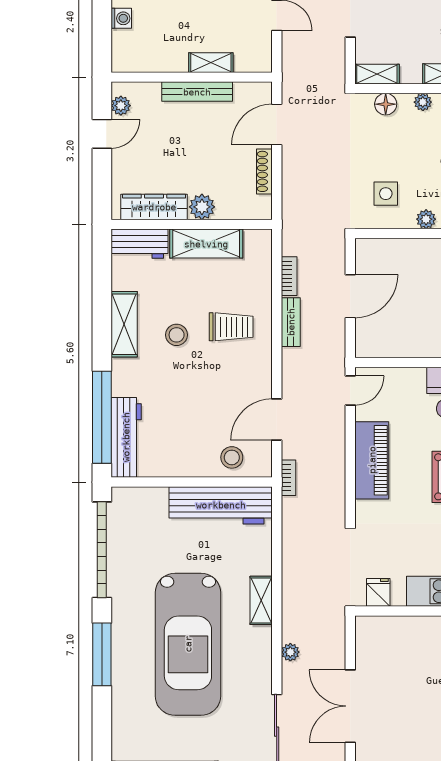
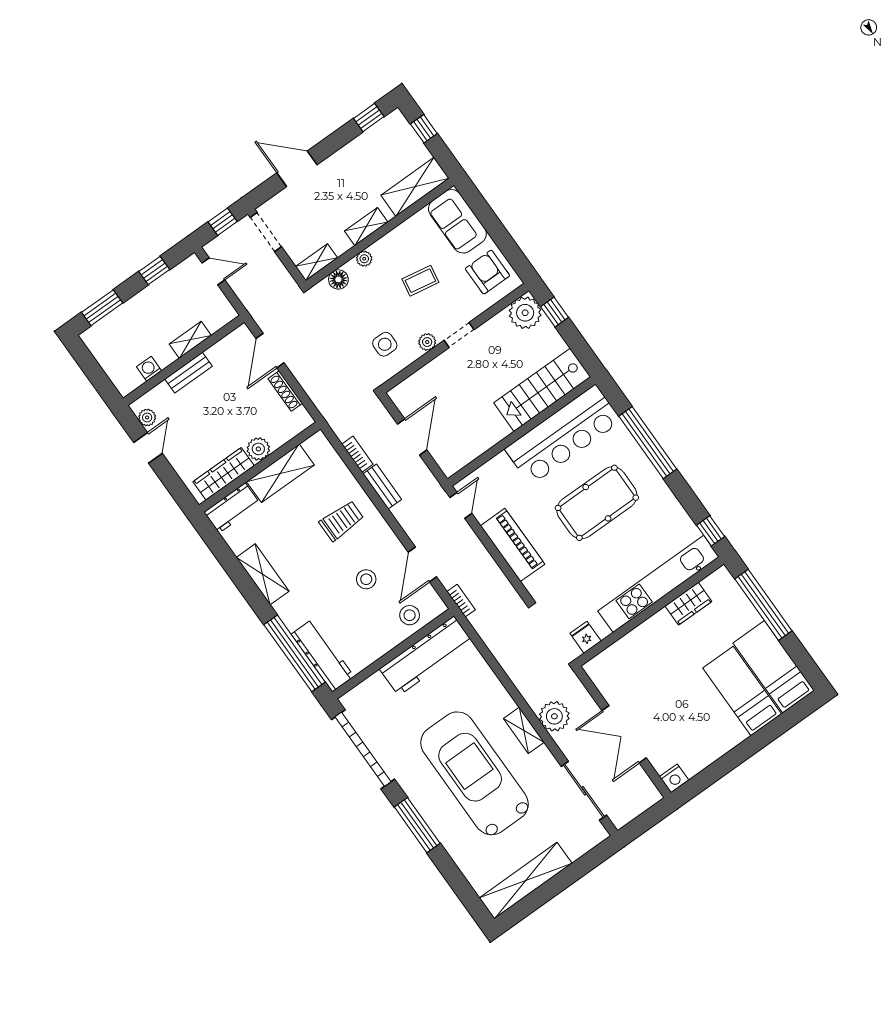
washing machine: (121, 18) -> (149, 369), moved, turned -90
bench: (197, 92) -> (188, 373), width x0.73
stool: (177, 335) -> (366, 579), moved
shelving: (261, 600) -> (524, 730), moved
car: (188, 644) -> (474, 773), turned 180
plant: (290, 652) -> (554, 716), width x1.88, depth x1.88

